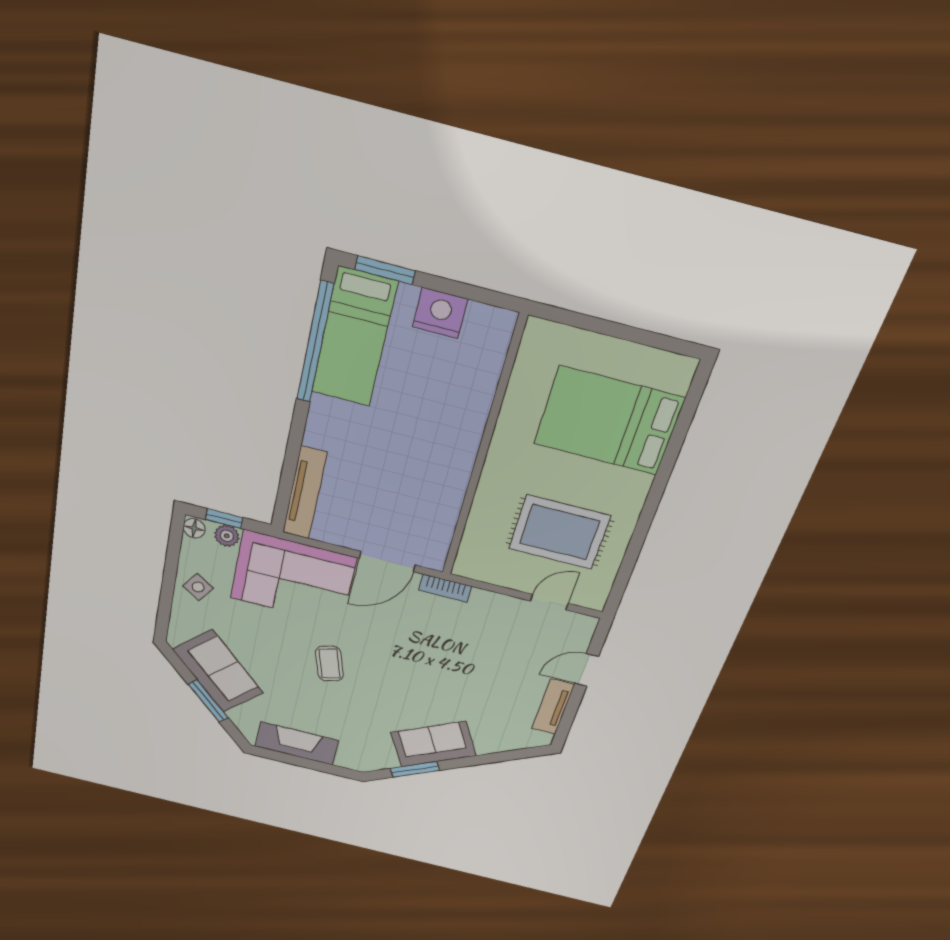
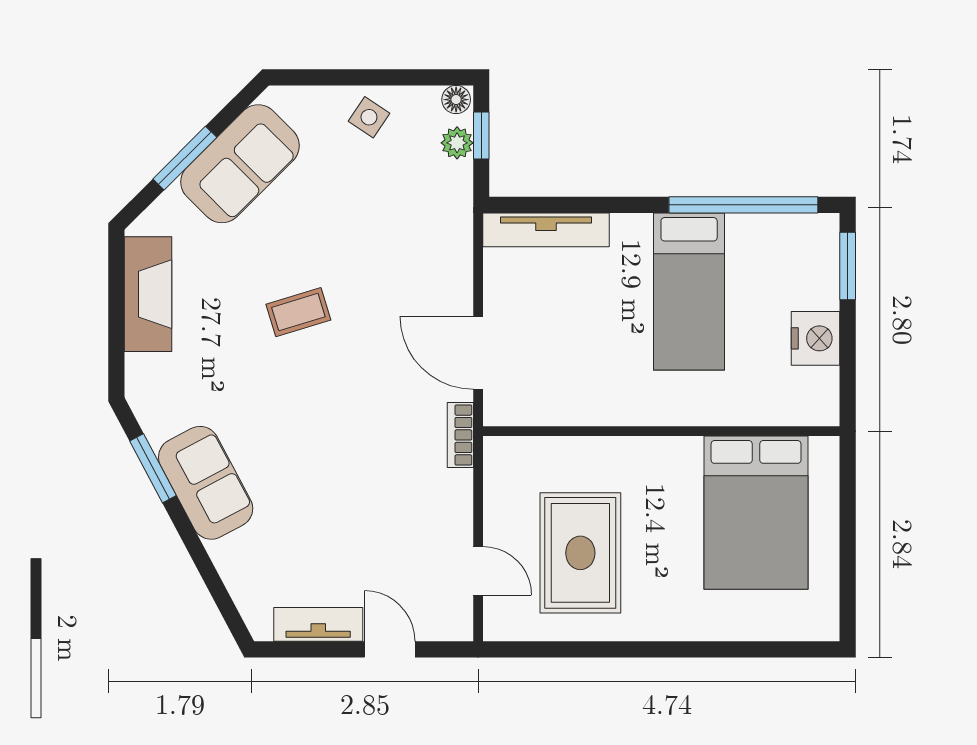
bed: (354, 338) -> (689, 291), moved, turned -90
bed: (609, 421) -> (756, 513), moved, turned 180
corner sofa: (293, 578) -> (419, 238), removed

